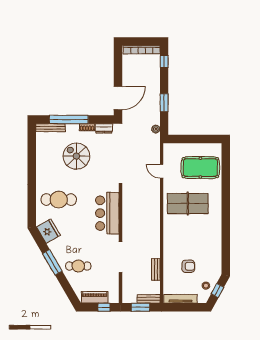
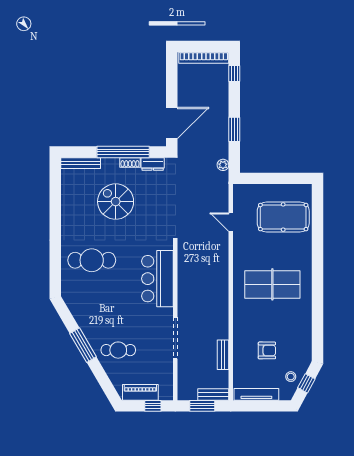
window: (69, 119) -> (123, 152), moved
table tennis table: (188, 204) -> (272, 284), moved
fridge: (48, 231) -> (78, 303), removed

